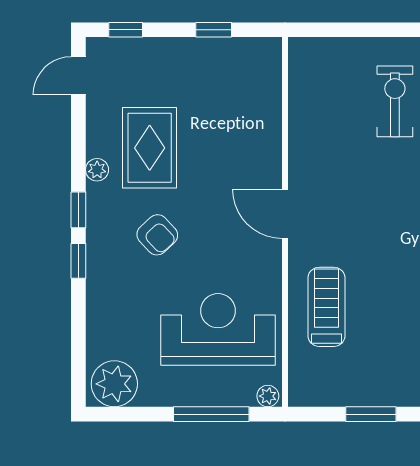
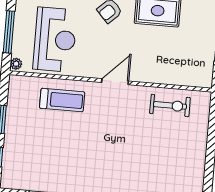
exercise bike: (395, 101) -> (170, 105), moved

